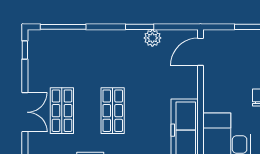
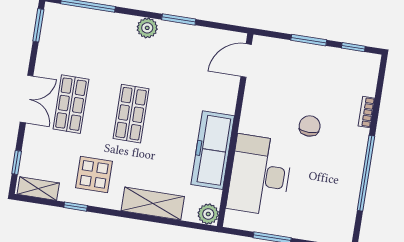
plant: (152, 38) -> (147, 28), moved
window: (25, 50) -> (38, 25), width x1.50

